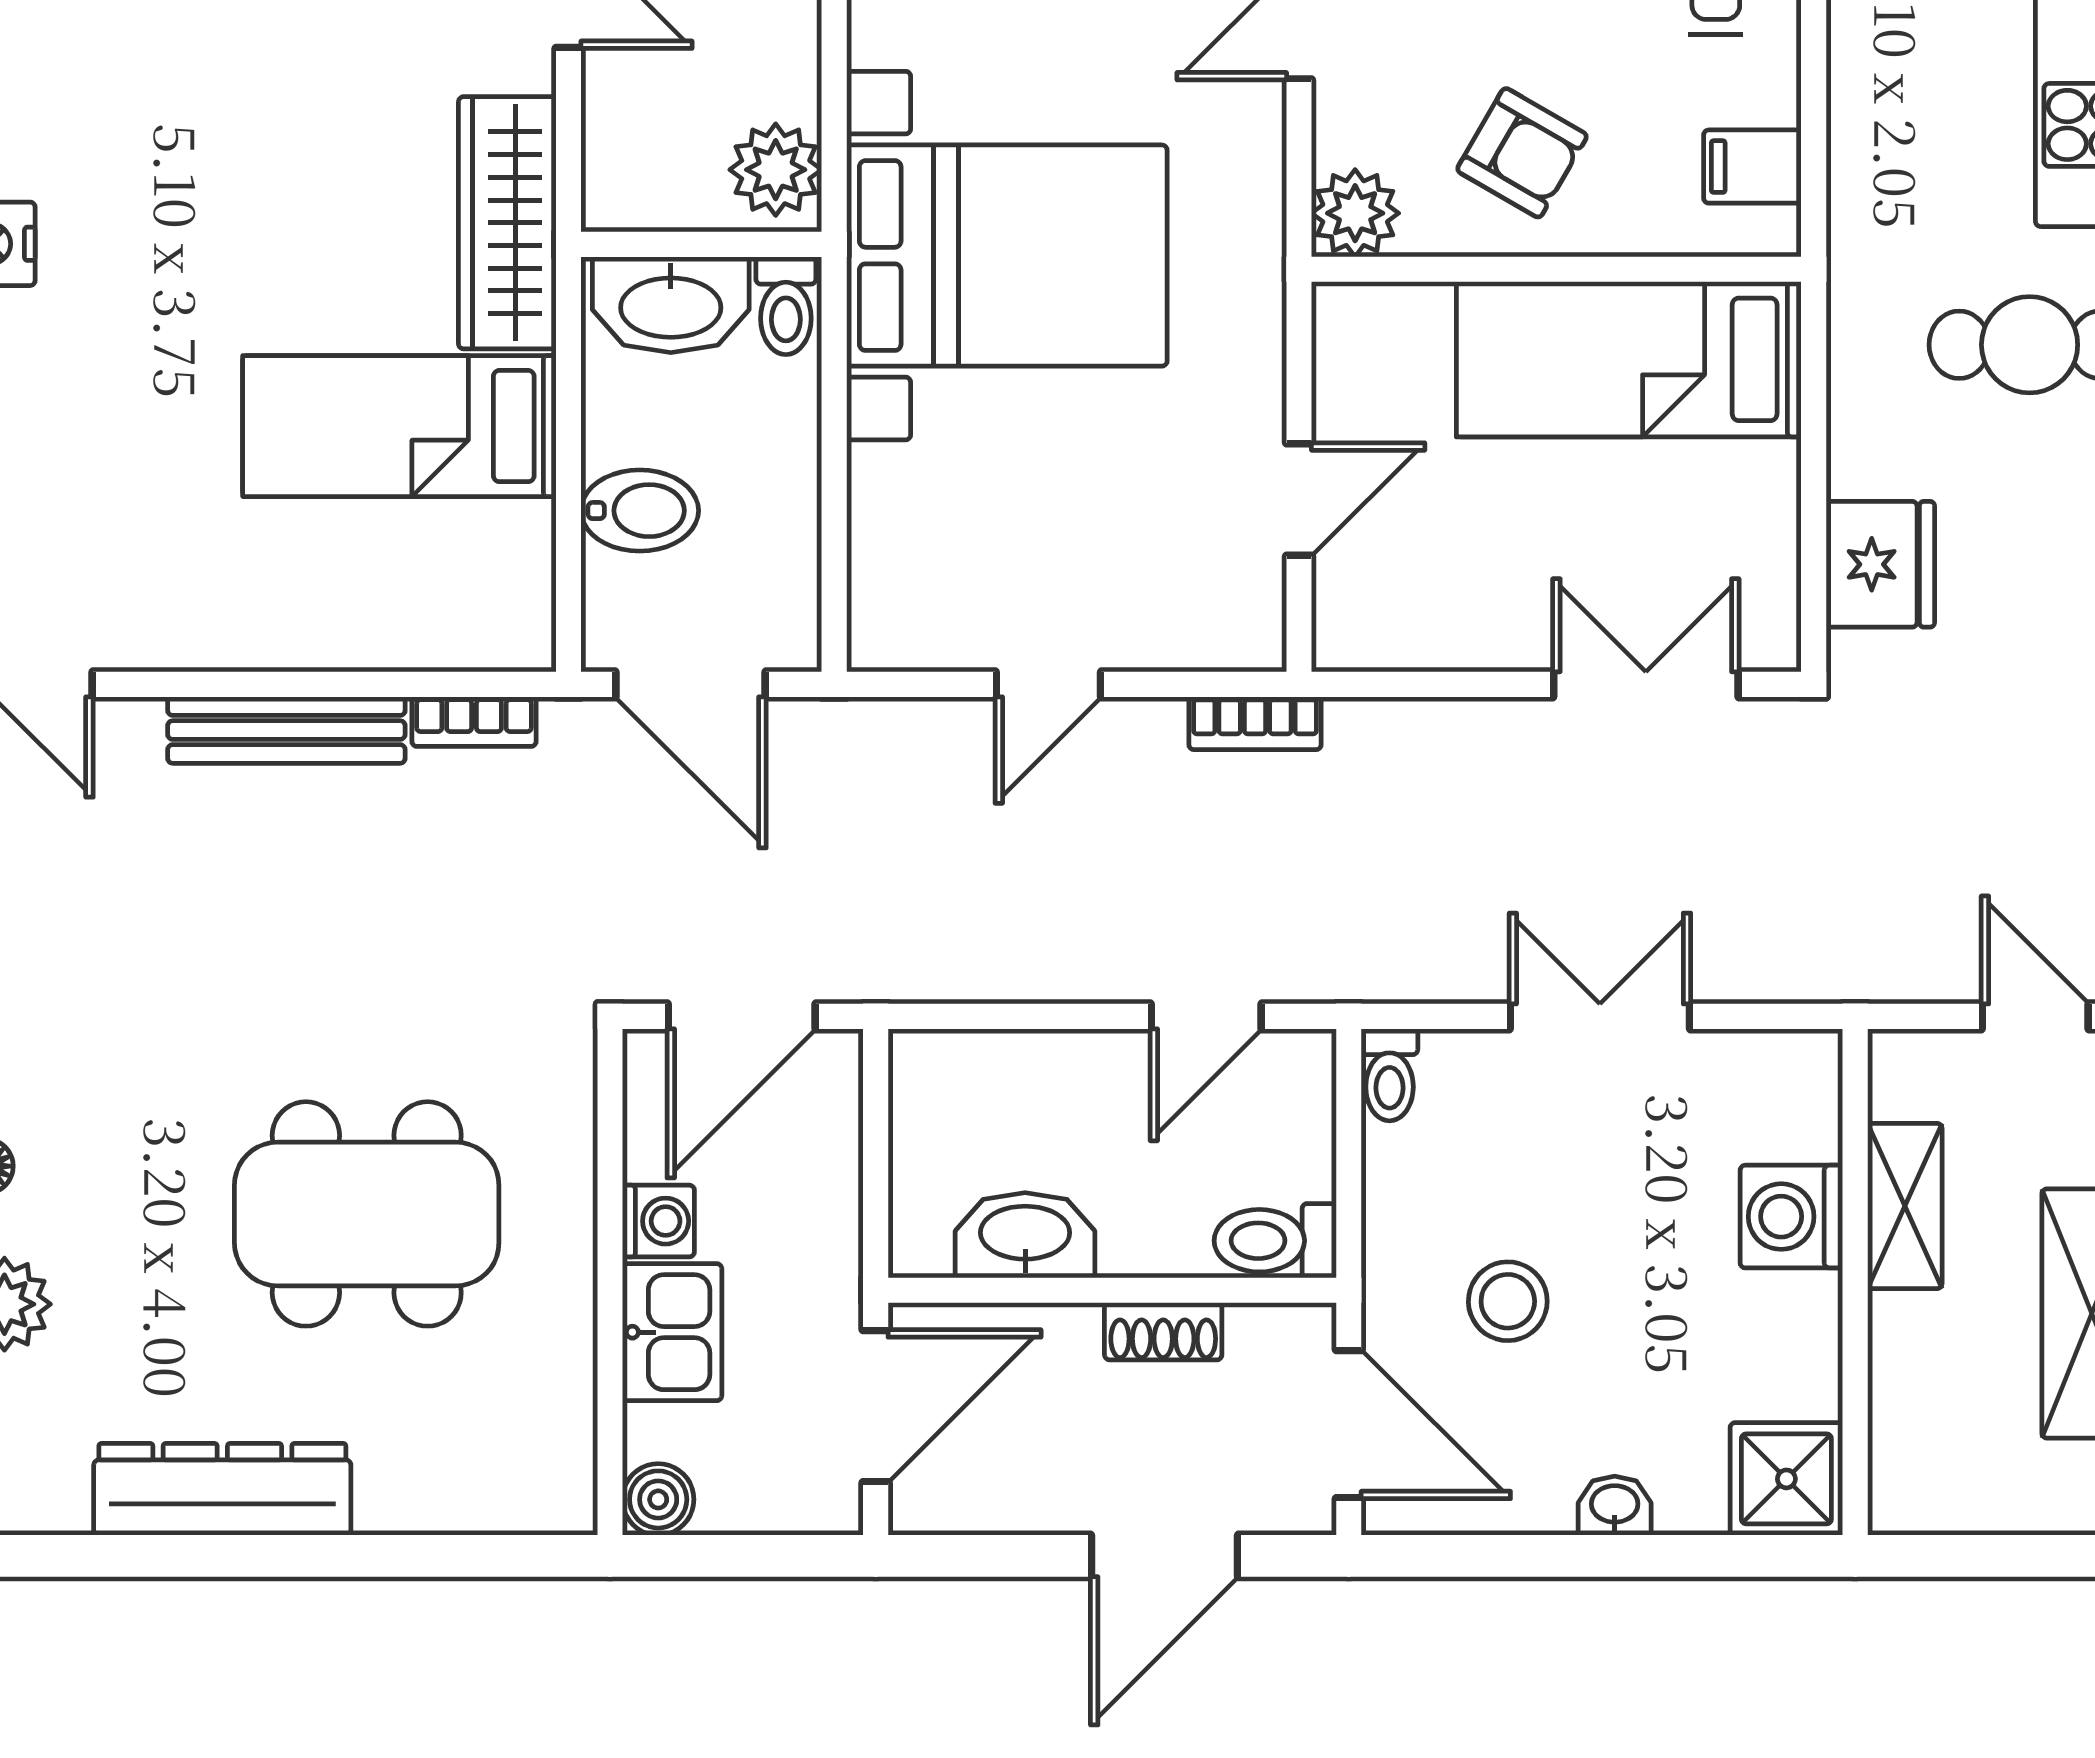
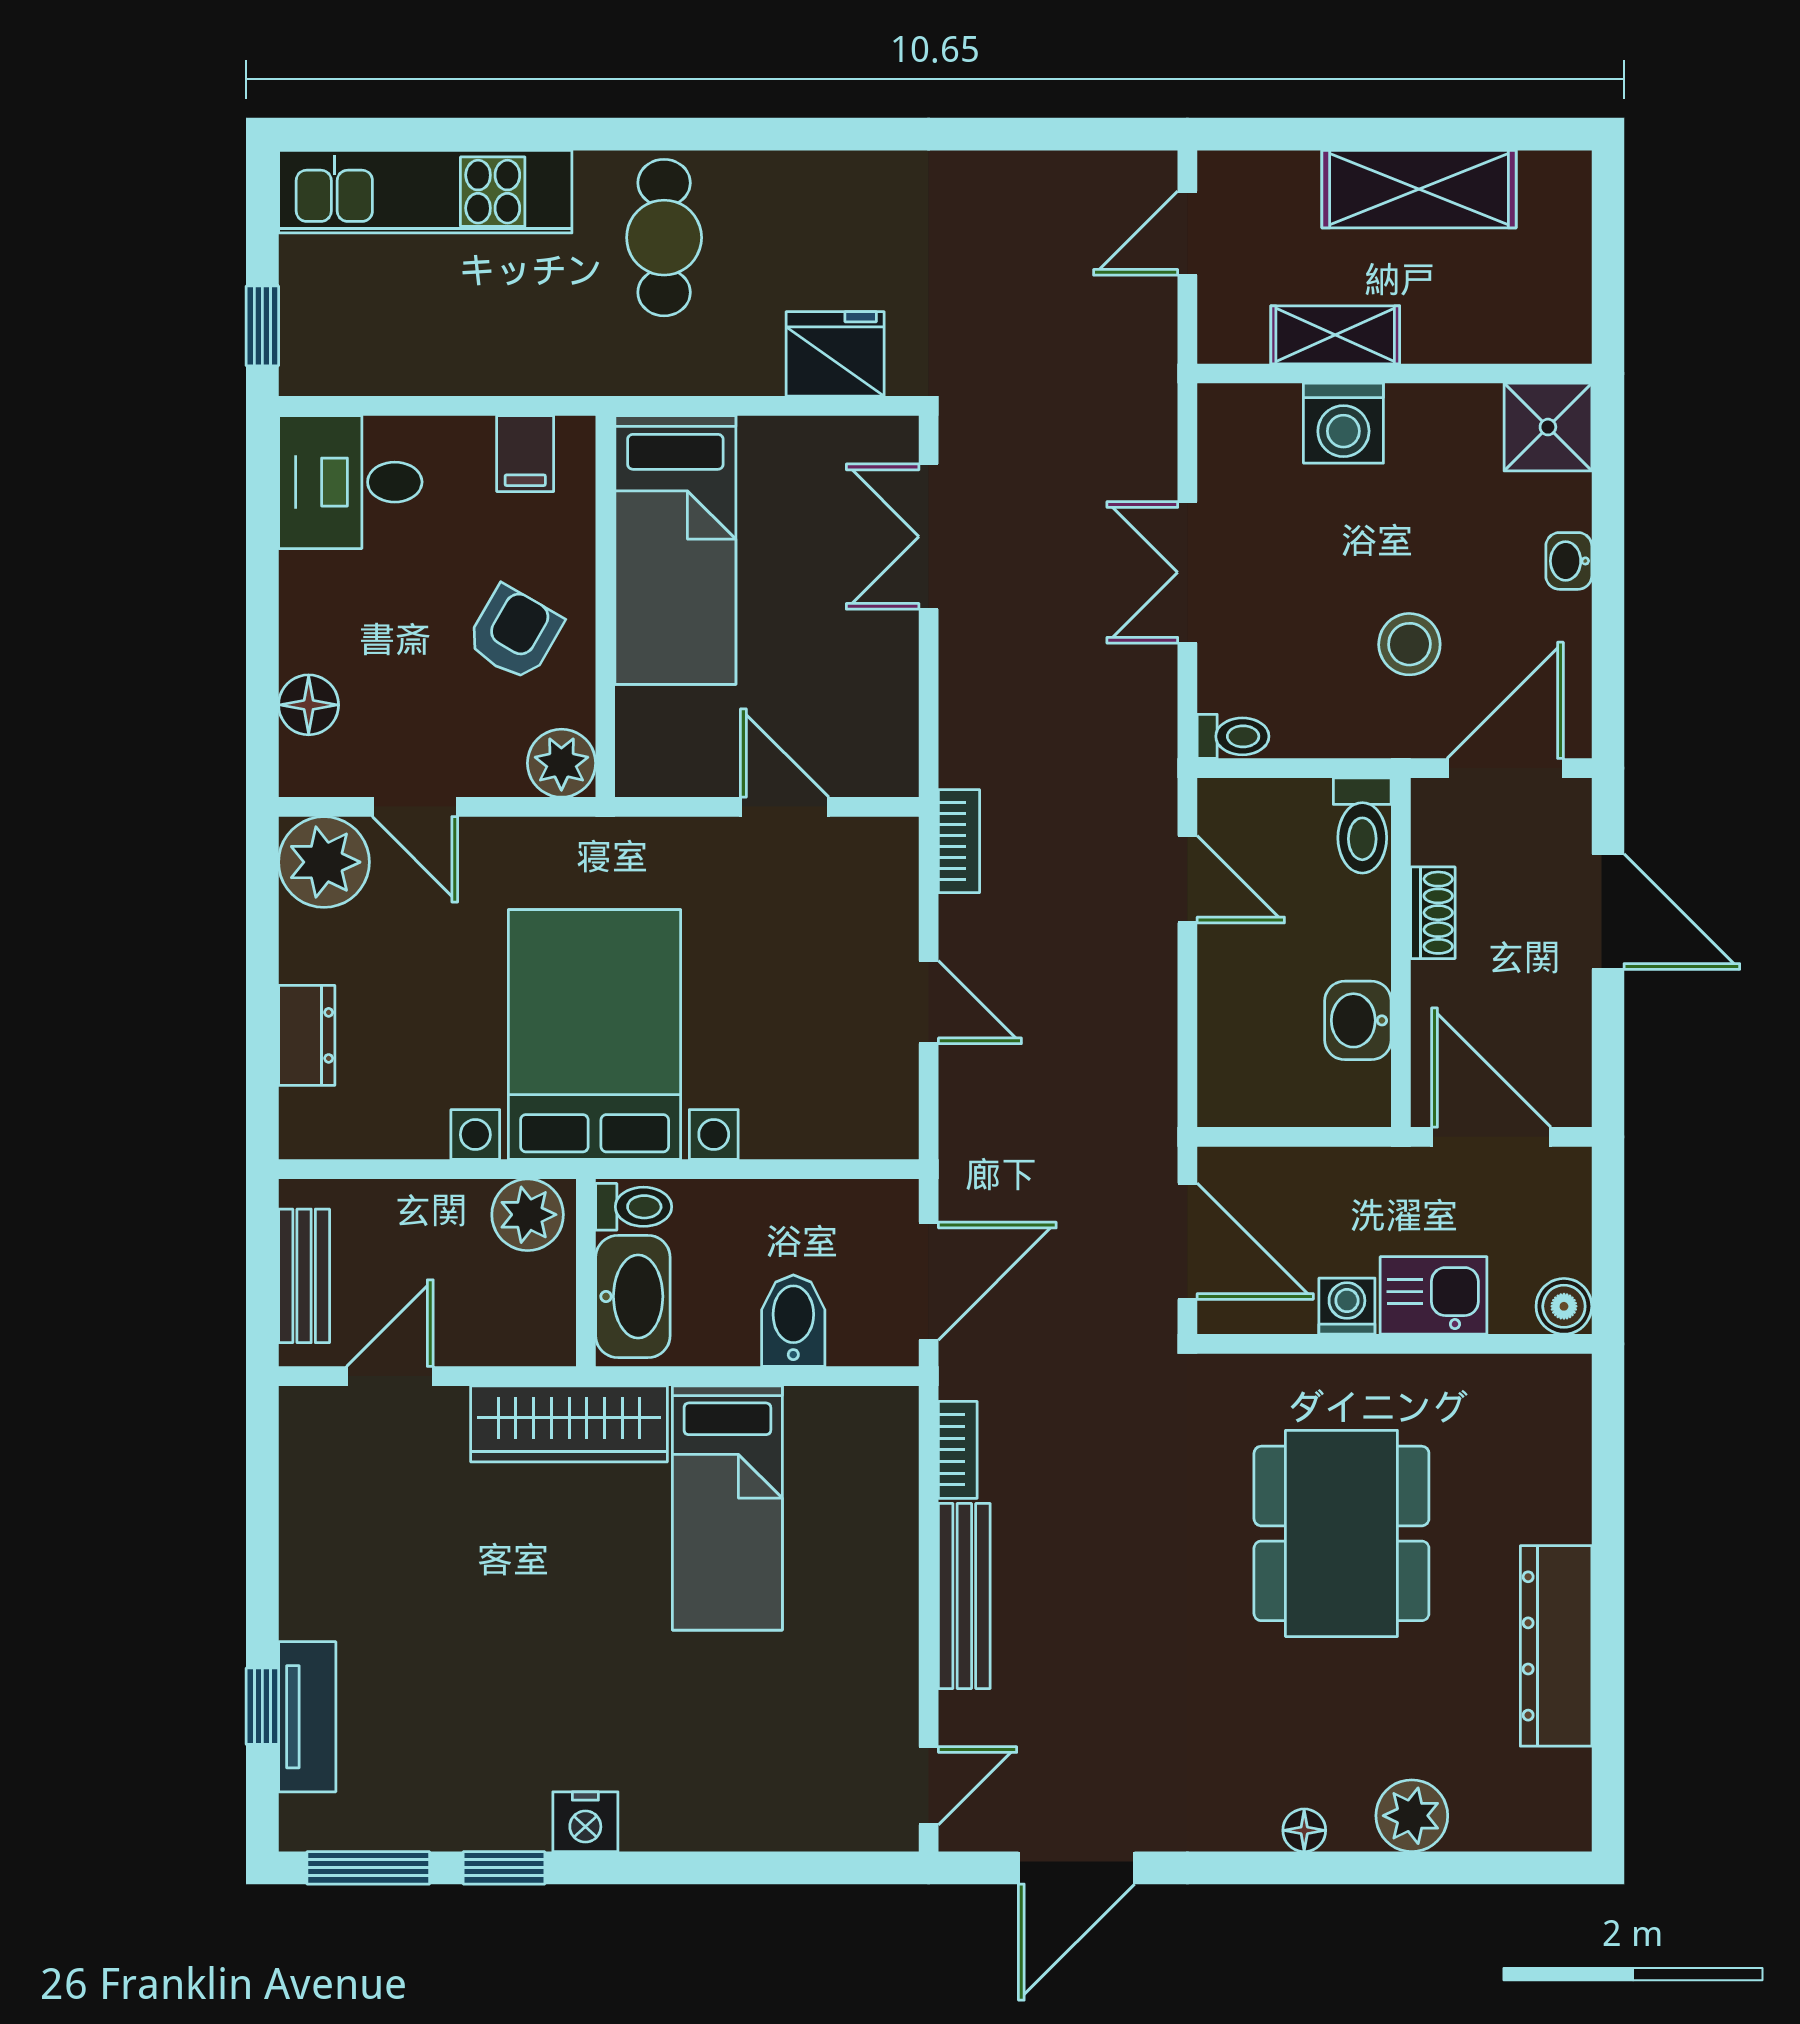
washbasin: (1025, 1235) -> (1358, 1020), width x0.72

